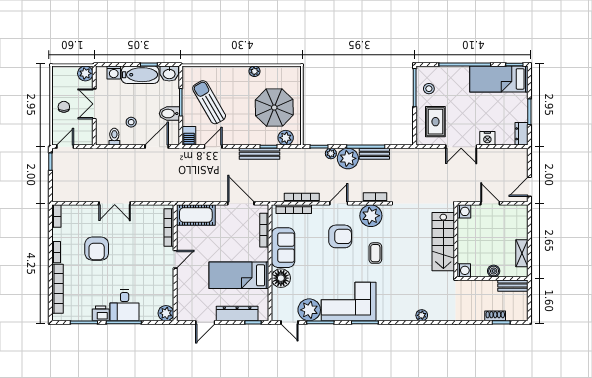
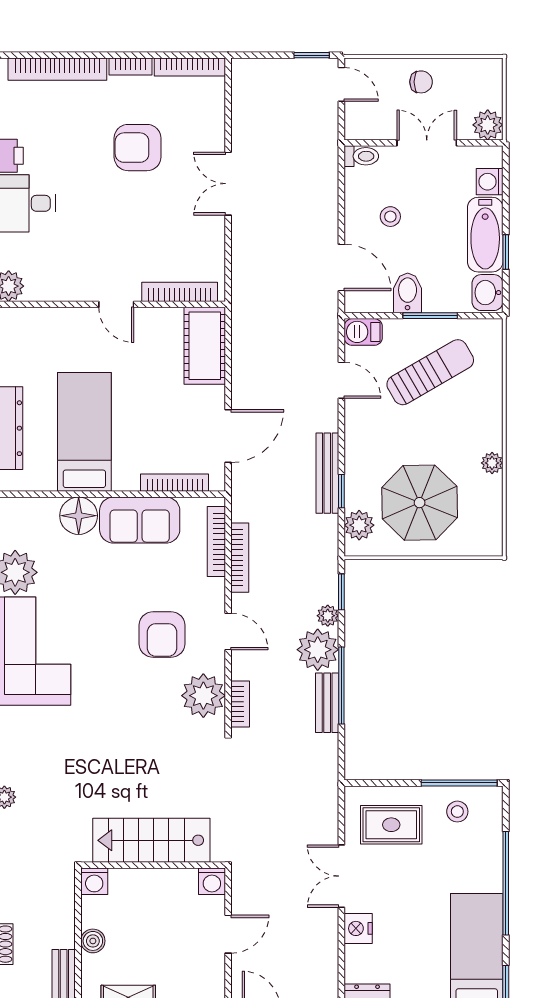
toilet: (114, 137) -> (361, 156), moved
bookcase: (56, 216) -> (190, 67), width x1.56
coffee table: (375, 253) -> (129, 704), removed

